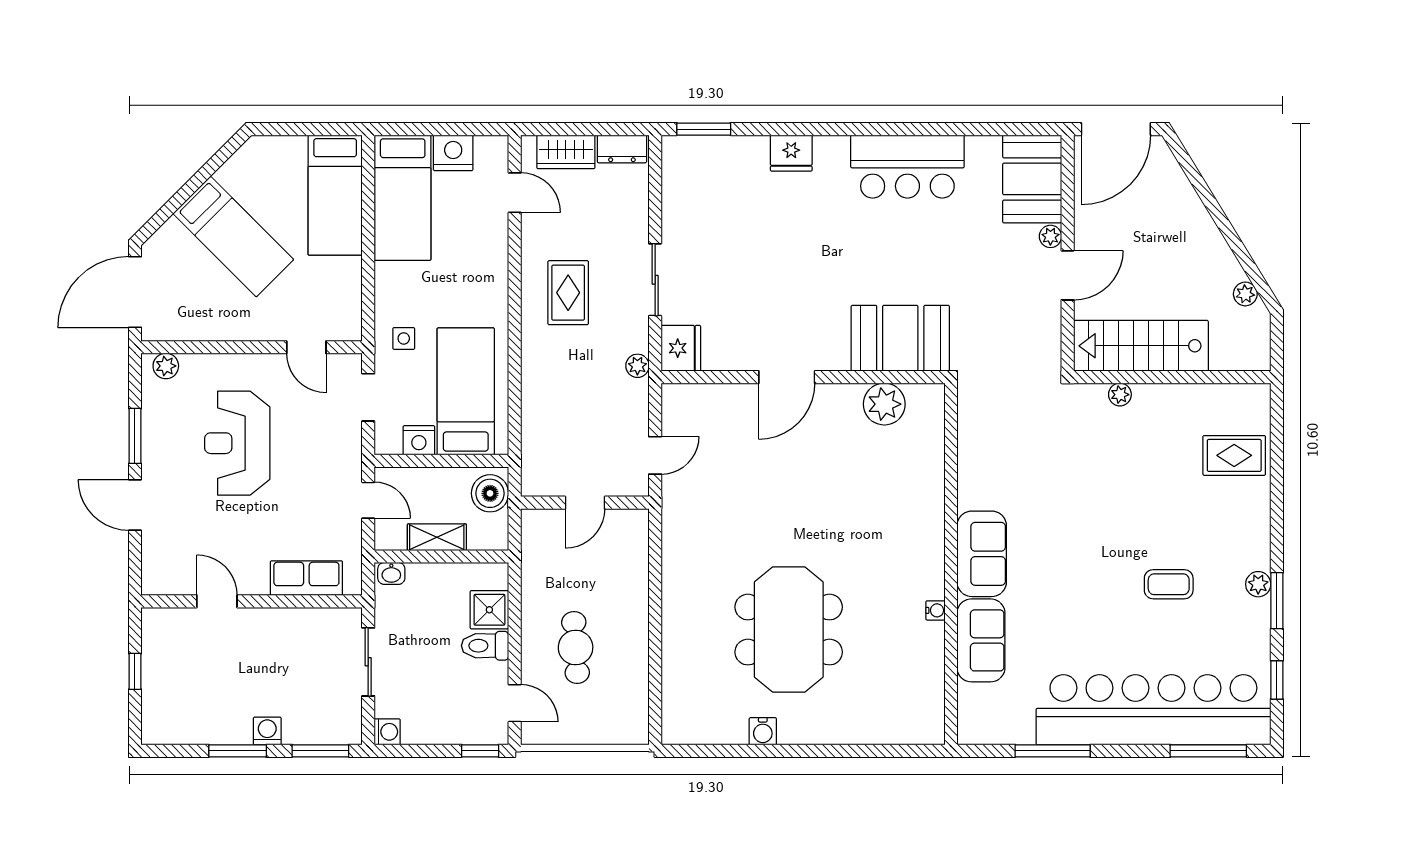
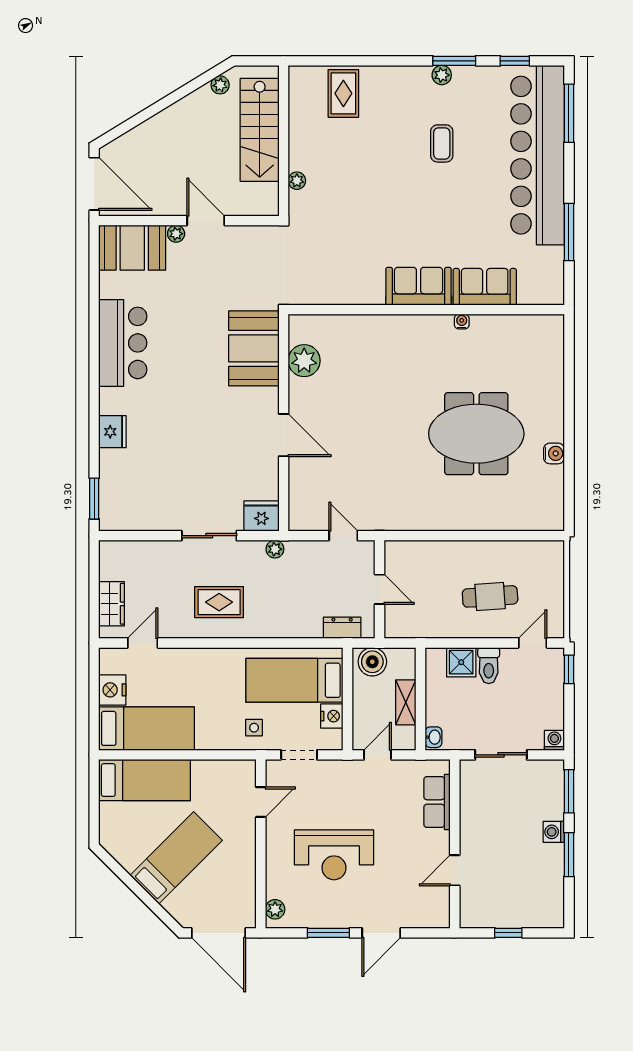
dresser: (622, 149) -> (342, 628), moved, turned -90
stairs: (1141, 346) -> (260, 130), moved

